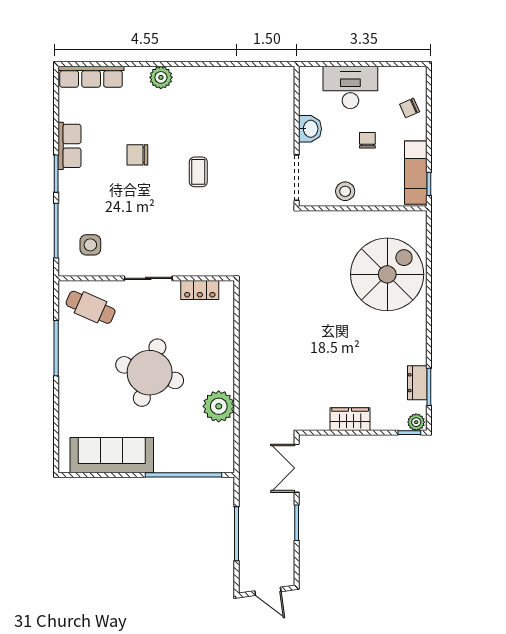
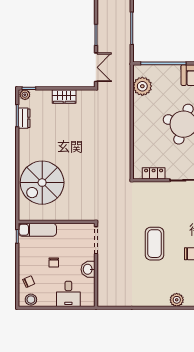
desk: (350, 87) -> (68, 294), width x0.73
coffee table: (198, 172) -> (155, 244), width x1.86, depth x1.72
exam couch: (416, 173) -> (37, 230), moved, turned 90
stool: (345, 191) -> (31, 300), moved
plant: (219, 406) -> (142, 86), moved

